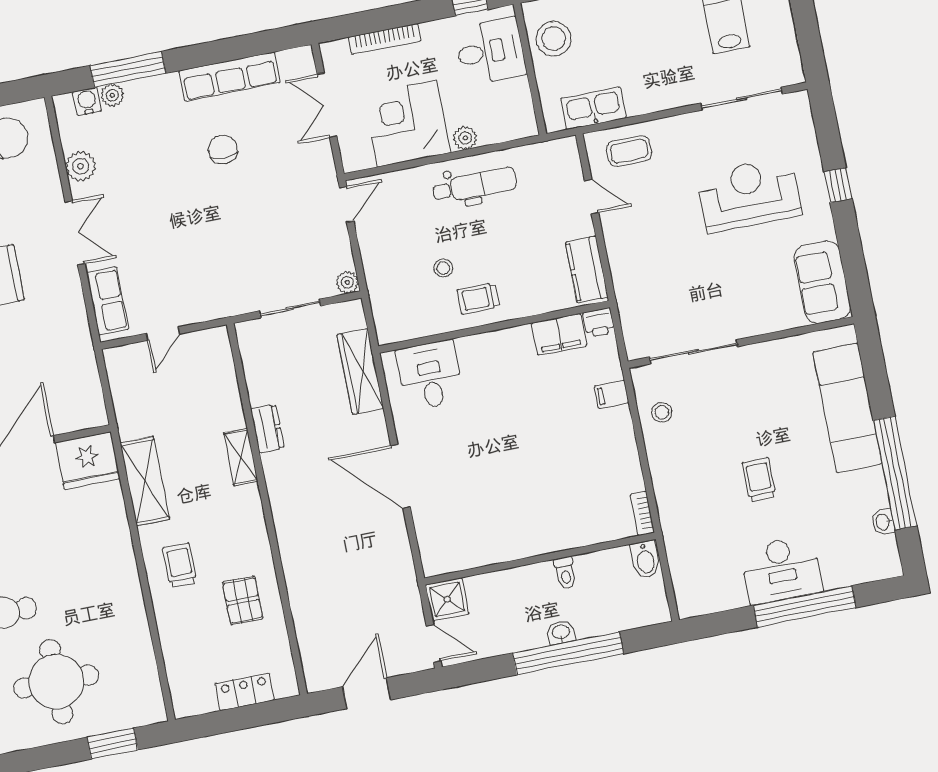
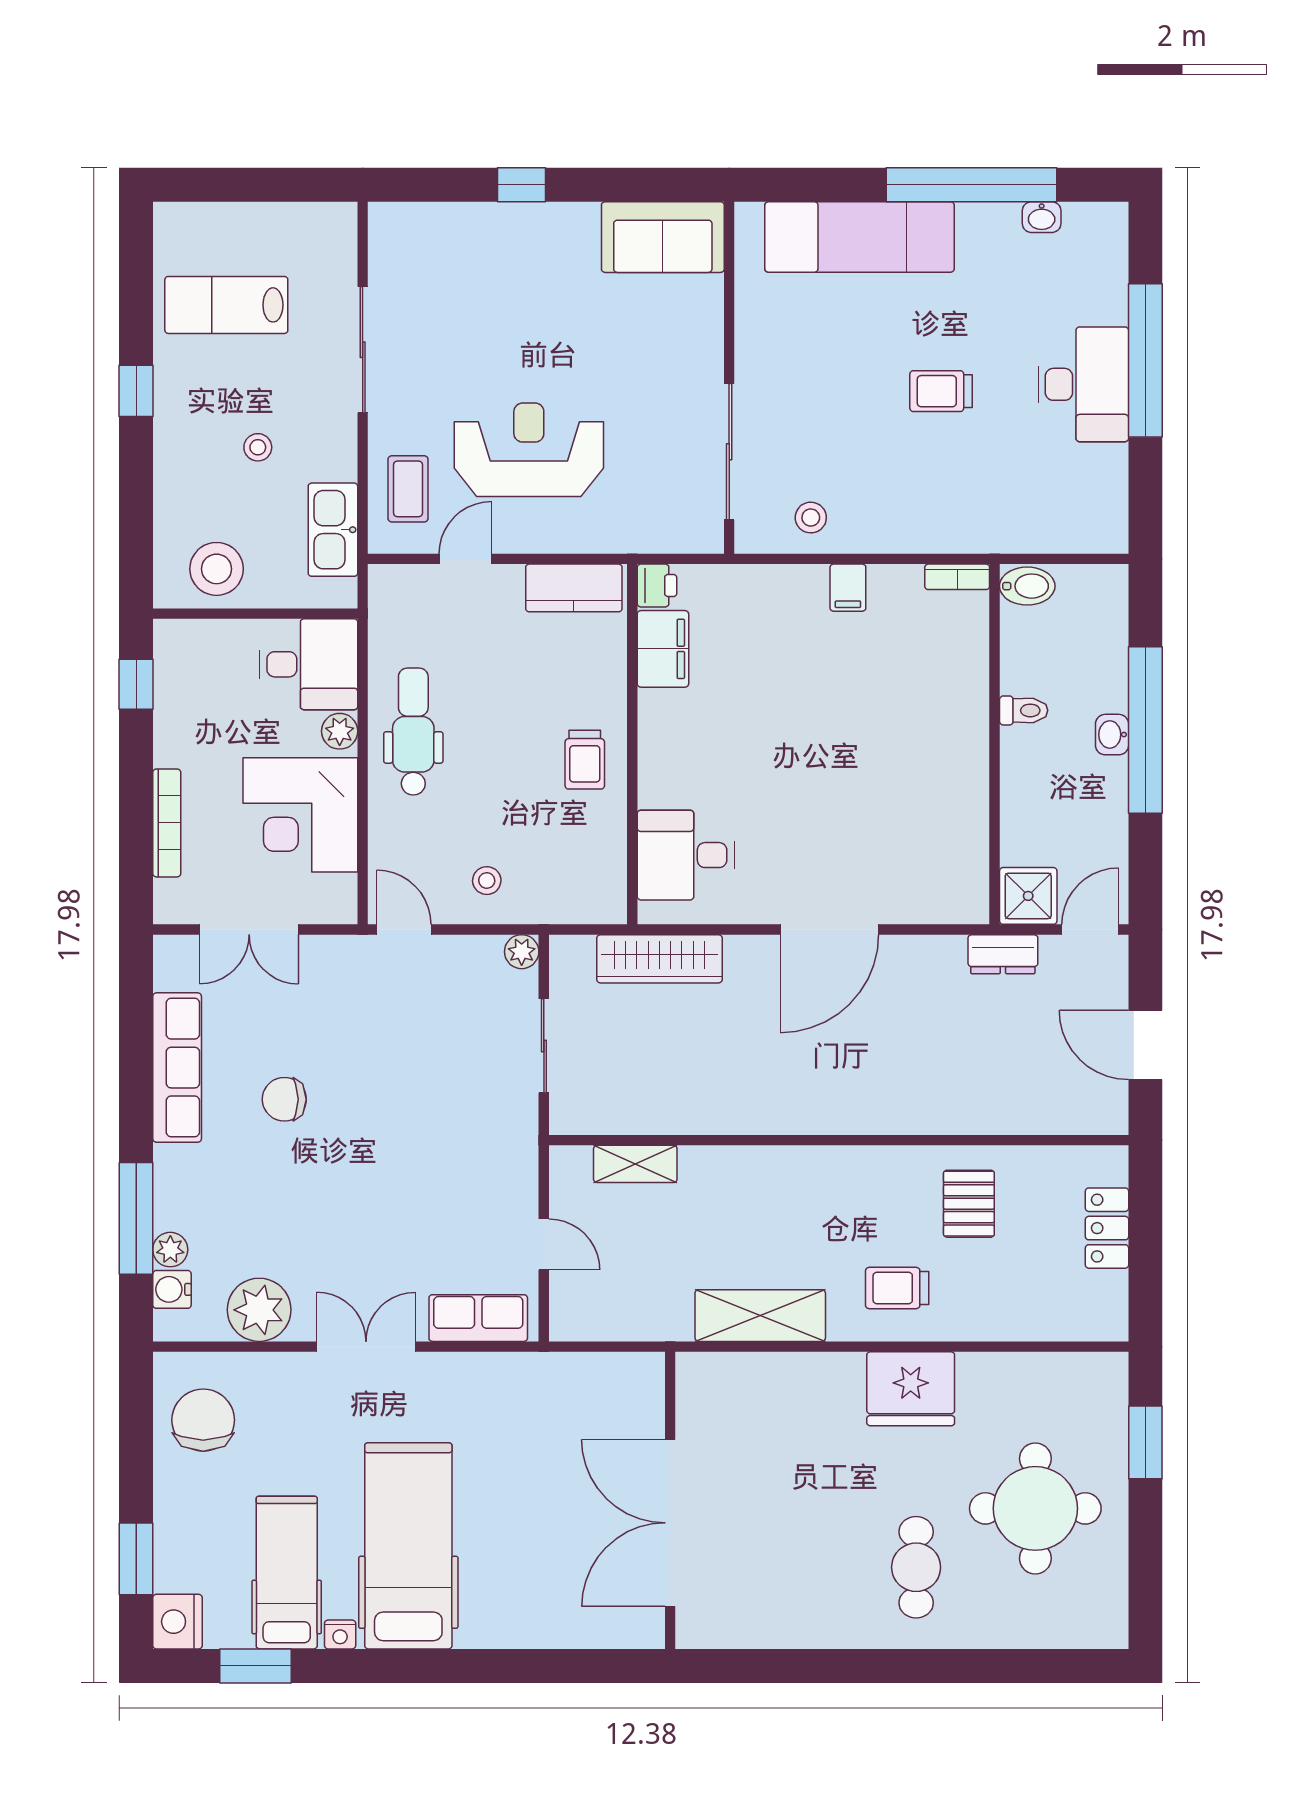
stool: (637, 50) -> (258, 447), added
desk: (490, 51) -> (308, 664), moved, turned 90
sliding door: (742, 99) -> (363, 350), moved
plant: (81, 166) -> (259, 1310), width x1.36, depth x1.36
reception desk: (749, 195) -> (529, 450), moved, turned 90
stool: (443, 268) -> (487, 881), moved
filing cabinet: (612, 394) -> (848, 588), moved
dresser: (267, 429) -> (1003, 954), moved, turned 180
shelving: (241, 457) -> (635, 1164), moved
fridge: (88, 461) -> (911, 1389), moved, turned 90
pallet: (243, 600) -> (969, 1204), turned 90

